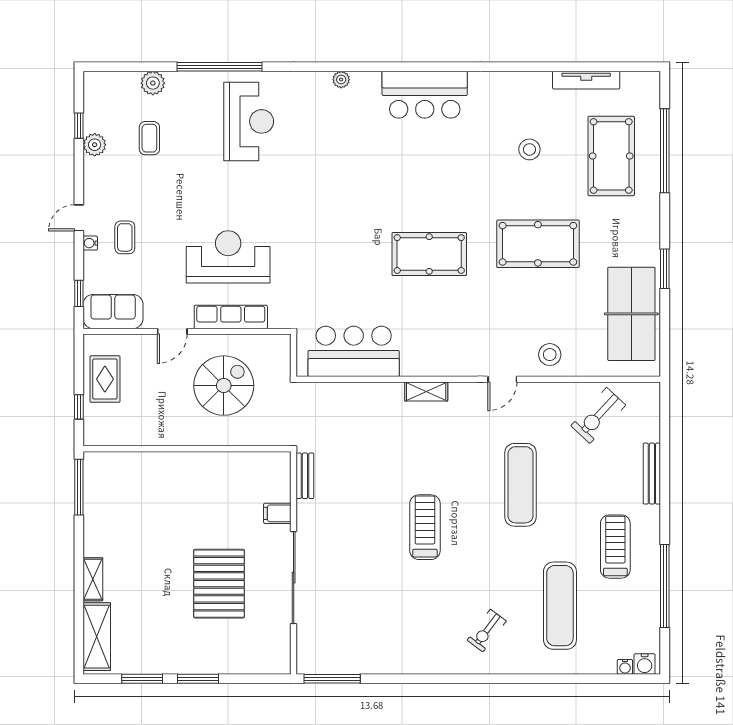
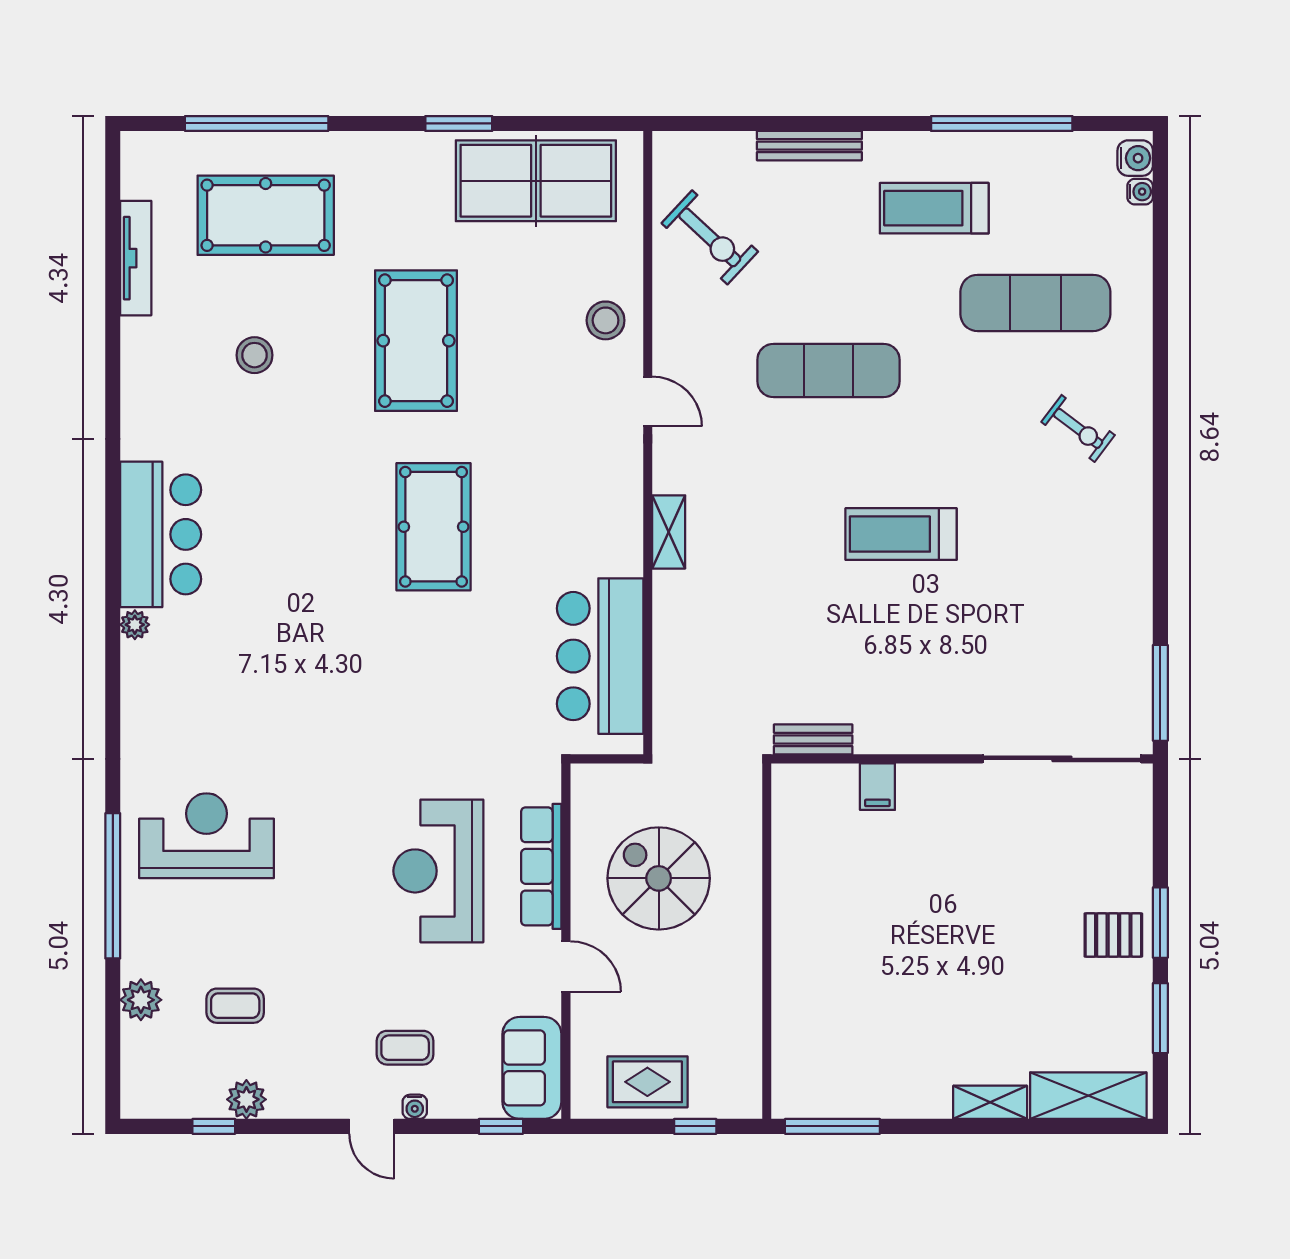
plant: (341, 80) -> (135, 625), moved
sliding door: (294, 578) -> (1062, 759), moved
pallet: (219, 584) -> (1113, 935), moved, width x0.49, depth x0.50

